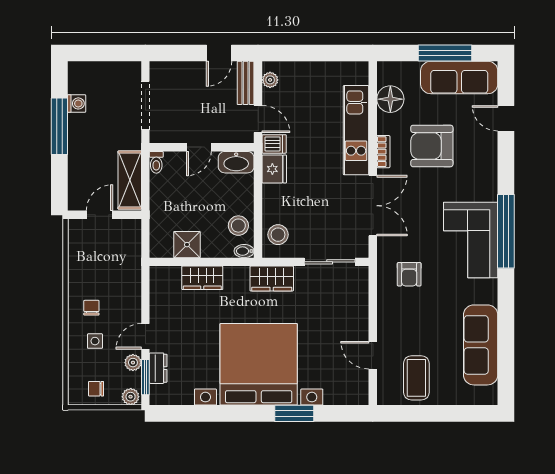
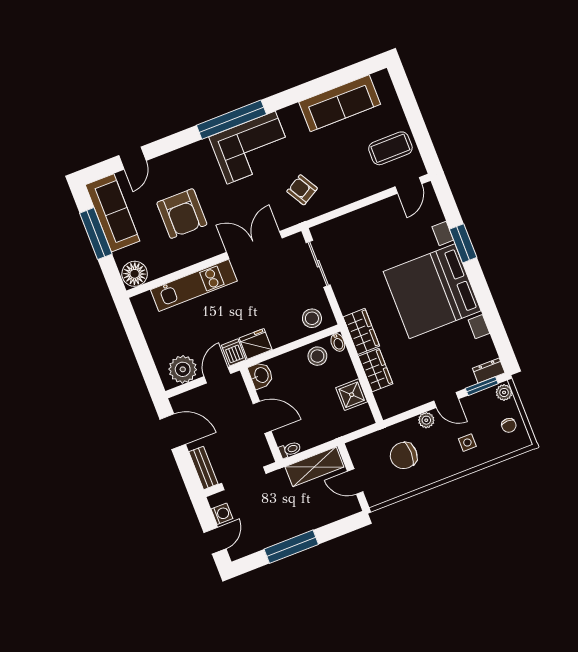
door: (95, 53) -> (215, 541), added
door: (219, 53) -> (173, 432), width x1.38
plant: (270, 80) -> (183, 369), width x1.87, depth x1.87
bench: (246, 83) -> (203, 468), moved, turned 90
floor lamp: (390, 99) -> (135, 274), moved
washing machine: (77, 103) -> (222, 514), moved, turned 90
door: (199, 147) -> (262, 417), width x1.38
bookcase: (383, 152) -> (203, 254), removed
washbasin: (236, 162) -> (261, 375), width x0.72
armchair: (409, 274) -> (302, 190), turned -120
wardrobe: (272, 279) -> (361, 331), moved
chair: (91, 308) -> (404, 456), moved, width x1.87, depth x1.87
door: (373, 355) -> (408, 185), moved
plant: (133, 363) -> (426, 420), moved
dresser: (158, 368) -> (489, 371), moved

